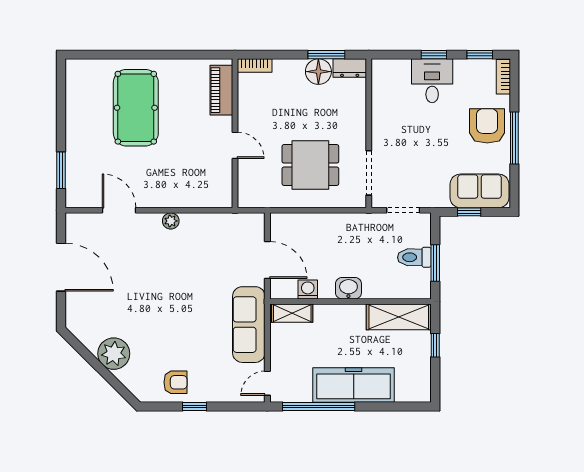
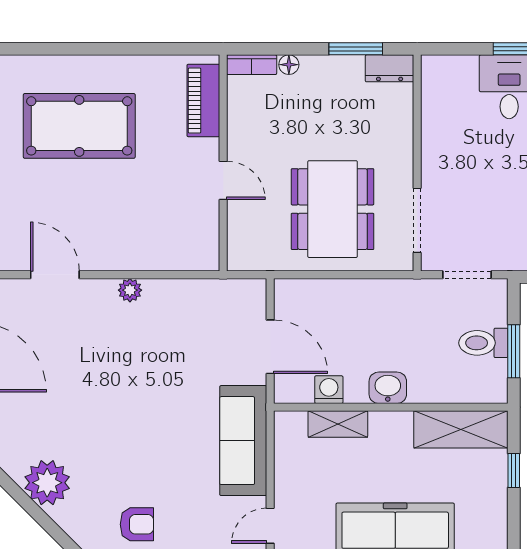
floor lamp: (318, 72) -> (289, 65), moved, width x0.53, depth x0.53
pool table: (136, 108) -> (79, 126), turned 90
dining table: (310, 165) -> (333, 209), width x1.38
shelving: (292, 313) -> (338, 424), moved

